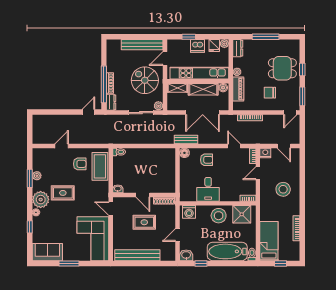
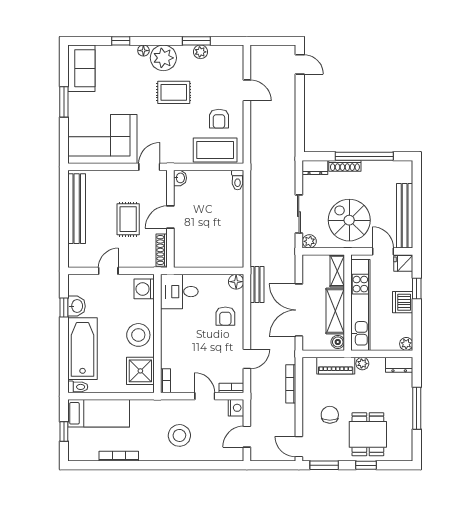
fridge: (214, 46) -> (403, 263), moved
spiral stairs: (145, 80) -> (349, 220), turned -90
window: (104, 84) -> (364, 156), moved
door: (88, 112) -> (300, 64), moved
desk: (208, 189) -> (179, 292), moved
rug: (63, 193) -> (174, 92), turned 90
door: (177, 235) -> (108, 271), hinge flipped
washbasin: (186, 255) -> (77, 306), moved

